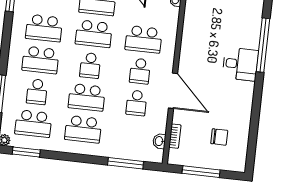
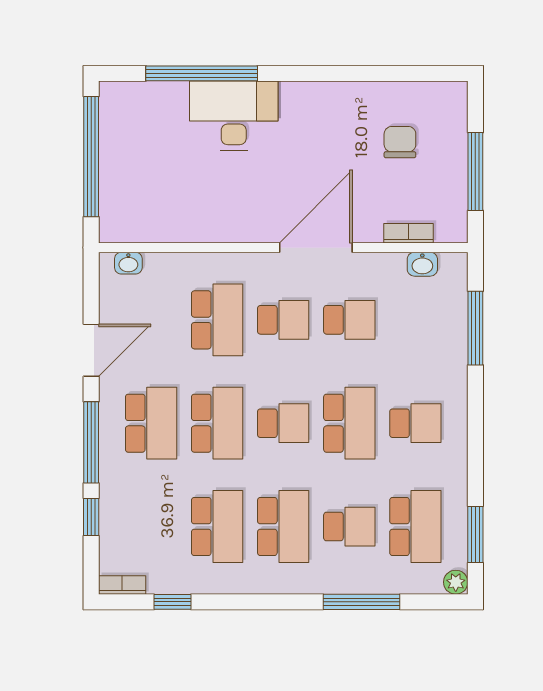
desk: (240, 64) -> (234, 116), width x1.37
school desk: (83, 129) -> (415, 423), width x0.54

